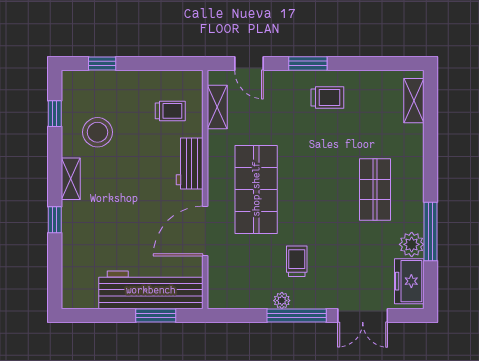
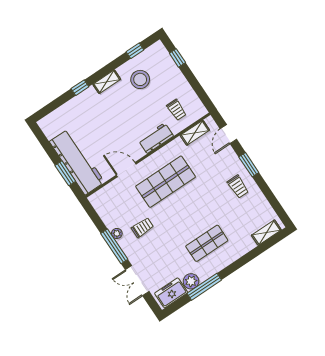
door: (205, 231) -> (126, 170), width x0.73

